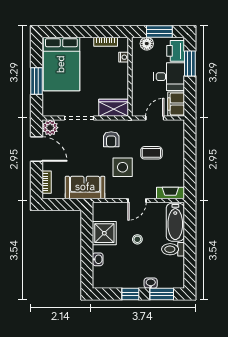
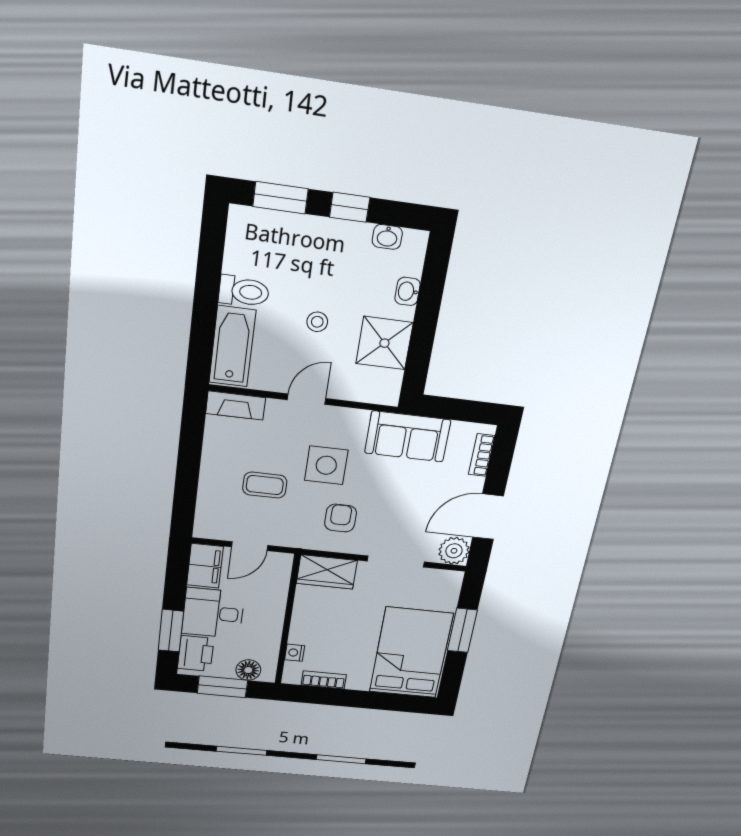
door: (37, 149) -> (488, 517), hinge flipped
washbasin: (151, 283) -> (387, 237), moved

